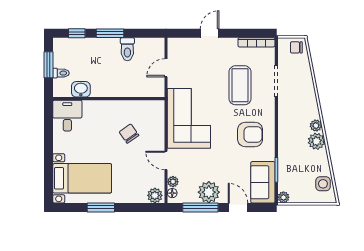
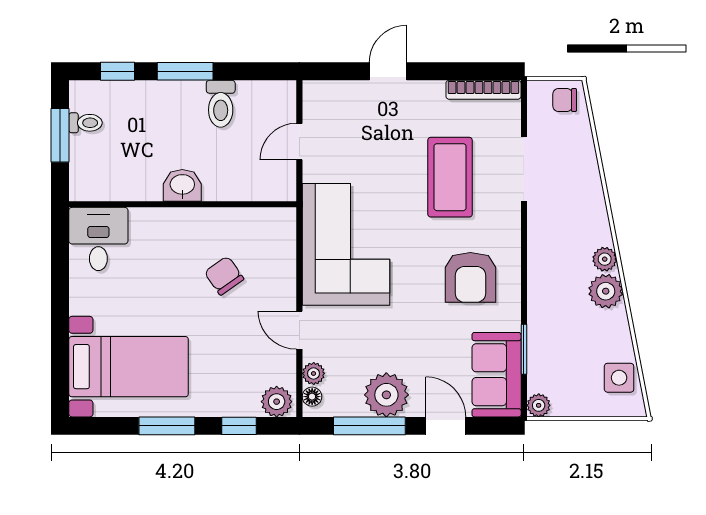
toilet: (61, 73) -> (85, 123), moved
washbasin: (81, 89) -> (182, 185), moved
armchair: (250, 134) -> (470, 277), turned 90
window: (136, 207) -> (239, 426), added

